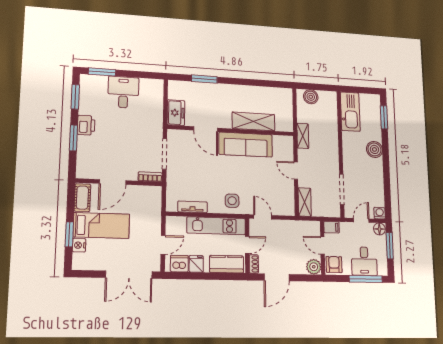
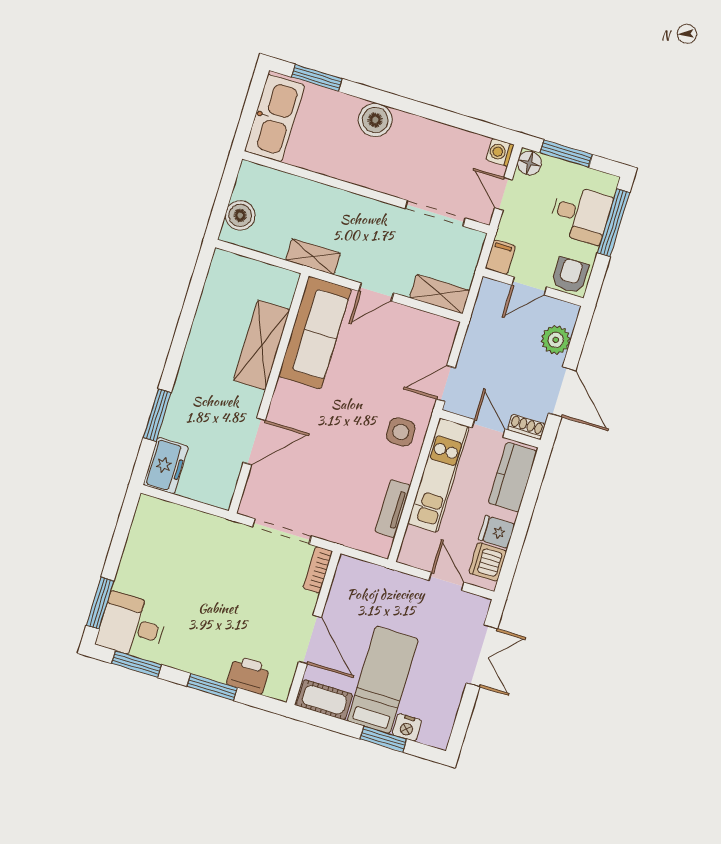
desk: (123, 92) -> (132, 626), moved
kitchen sink: (350, 112) -> (275, 118), moved, turned 90
freezer: (176, 113) -> (166, 466), moved, turned 90
printer: (86, 125) -> (248, 675), moved
sofa: (246, 145) -> (315, 332), moved
armchair: (334, 265) -> (570, 275), turned 90
plant: (314, 267) -> (556, 340), moved
double door: (129, 275) -> (482, 656), width x0.73

